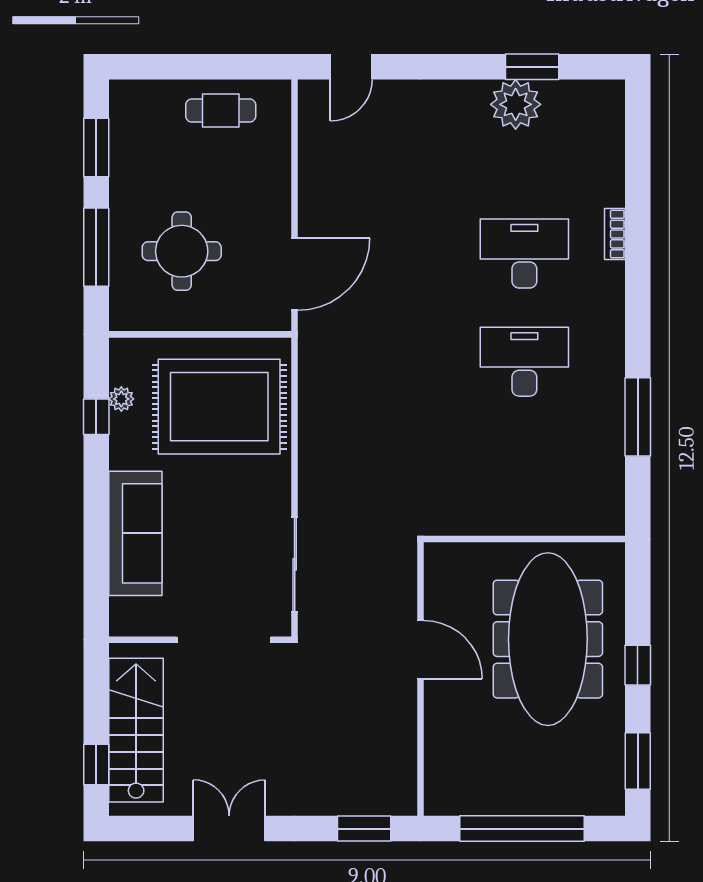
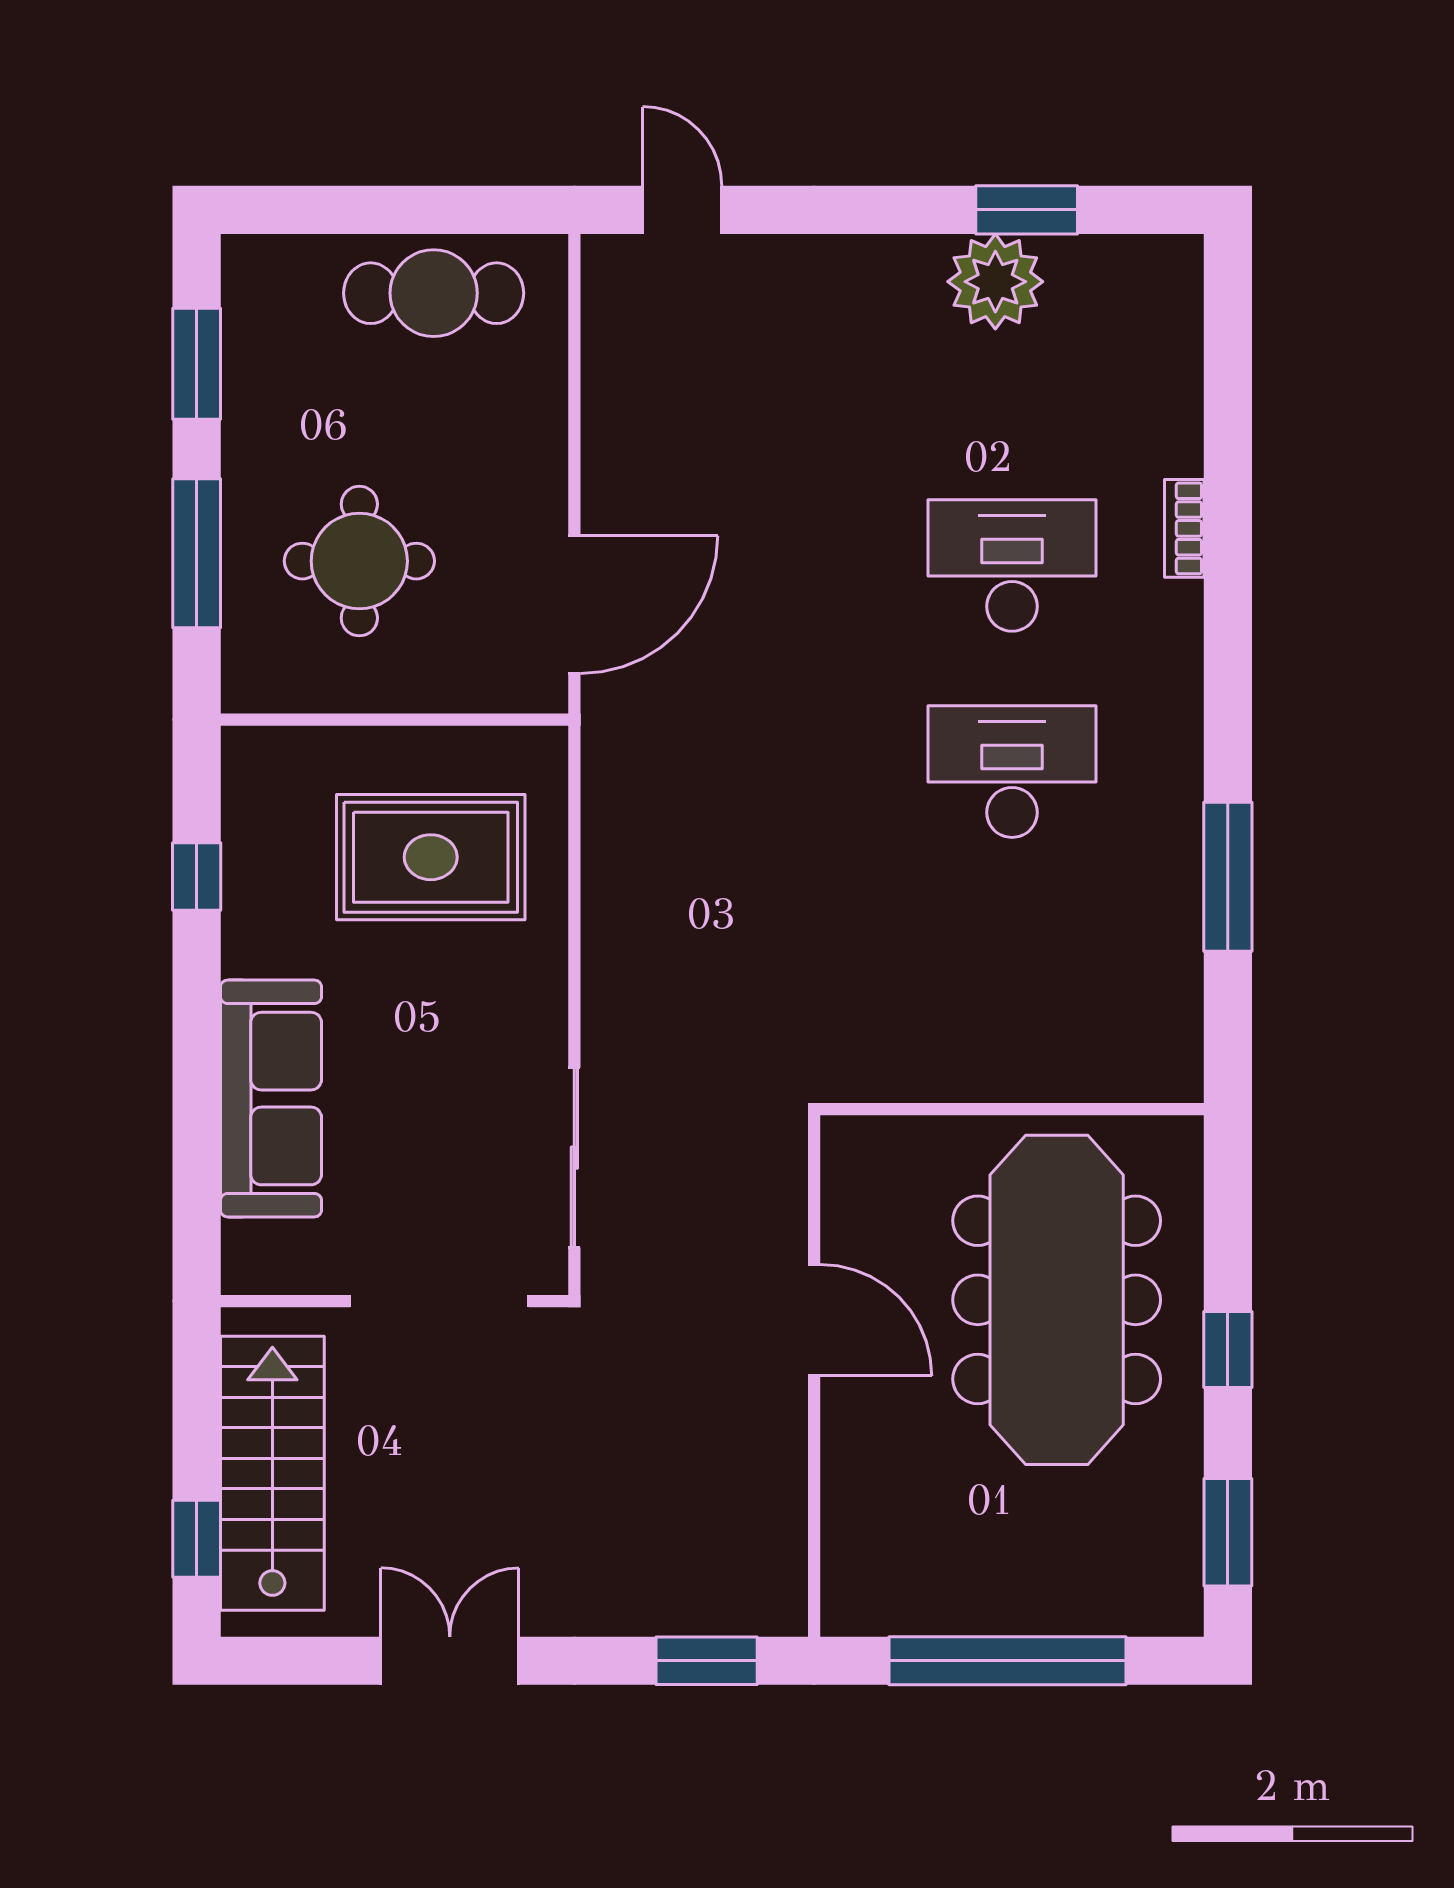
door: (351, 67) -> (682, 210), swing flipped
cafe table: (221, 111) -> (434, 293), width x1.37, depth x1.35
plant: (121, 399) -> (244, 843), removed
rug: (219, 407) -> (431, 857), width x0.73, depth x0.69

